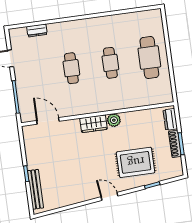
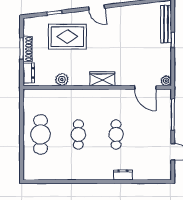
dresser: (37, 30) -> (123, 175), moved
plant: (114, 120) -> (62, 80), moved
plant: (27, 131) -> (166, 81), added

